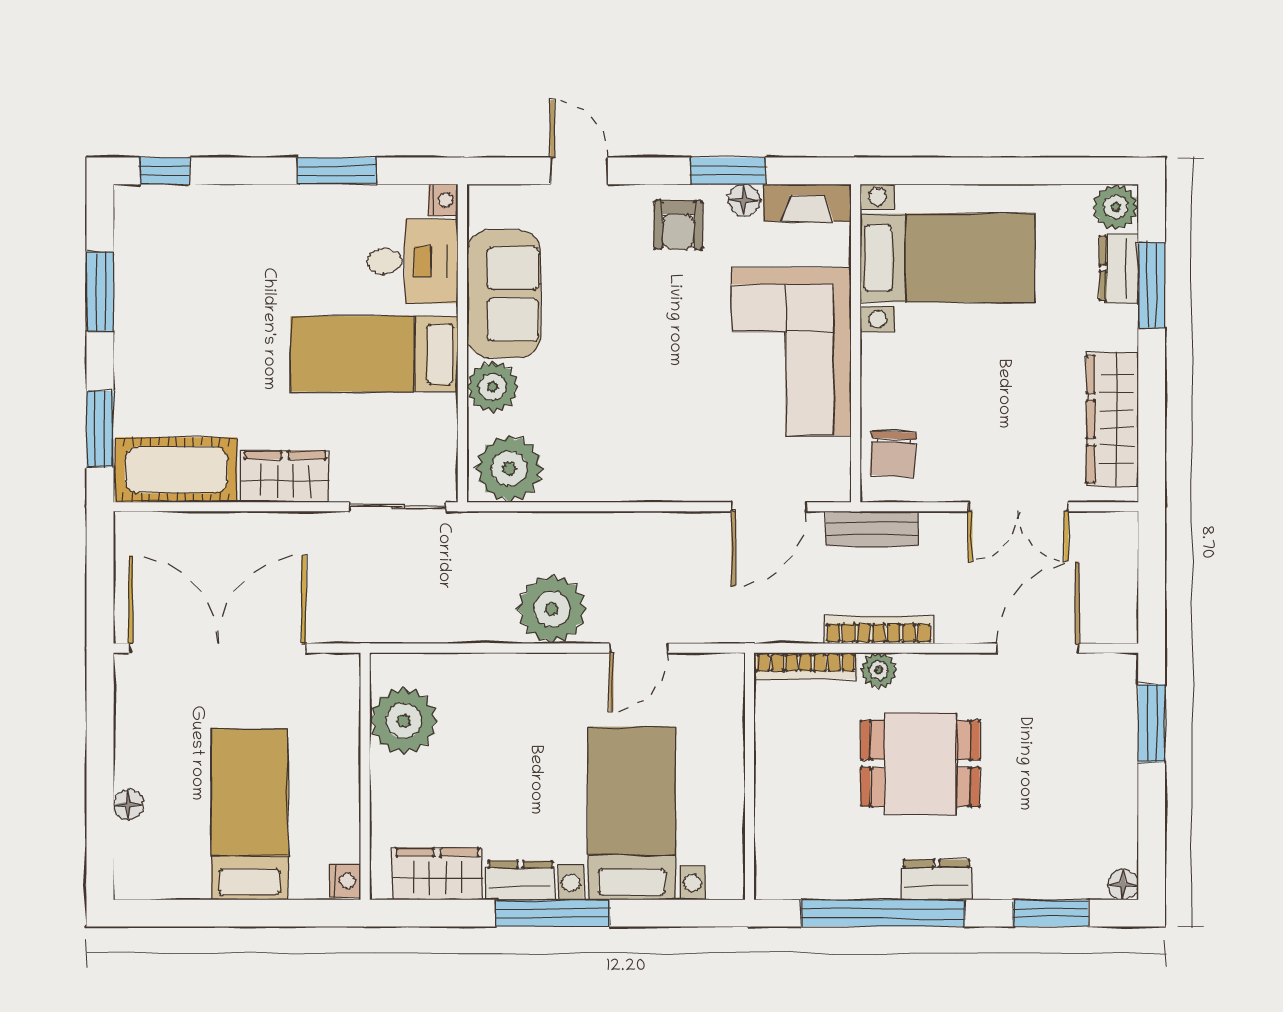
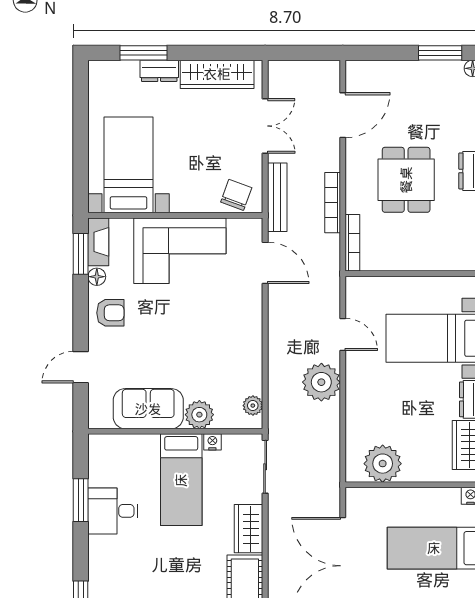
window: (728, 171) -> (81, 254), moved
nightstand: (443, 200) -> (212, 442), moved
plant: (1116, 207) -> (101, 73), removed
desk: (413, 261) -> (113, 511), moved, turned -90
dresser: (1119, 268) -> (159, 71), moved
chair: (893, 454) -> (236, 195), turned -73
plant: (509, 469) -> (253, 406), width x0.53, depth x0.53
bench: (872, 529) -> (277, 197), width x1.36
door: (1038, 648) -> (343, 115), swing flipped
plant: (879, 670) -> (355, 203), removed
window: (1152, 723) -> (440, 53), moved

